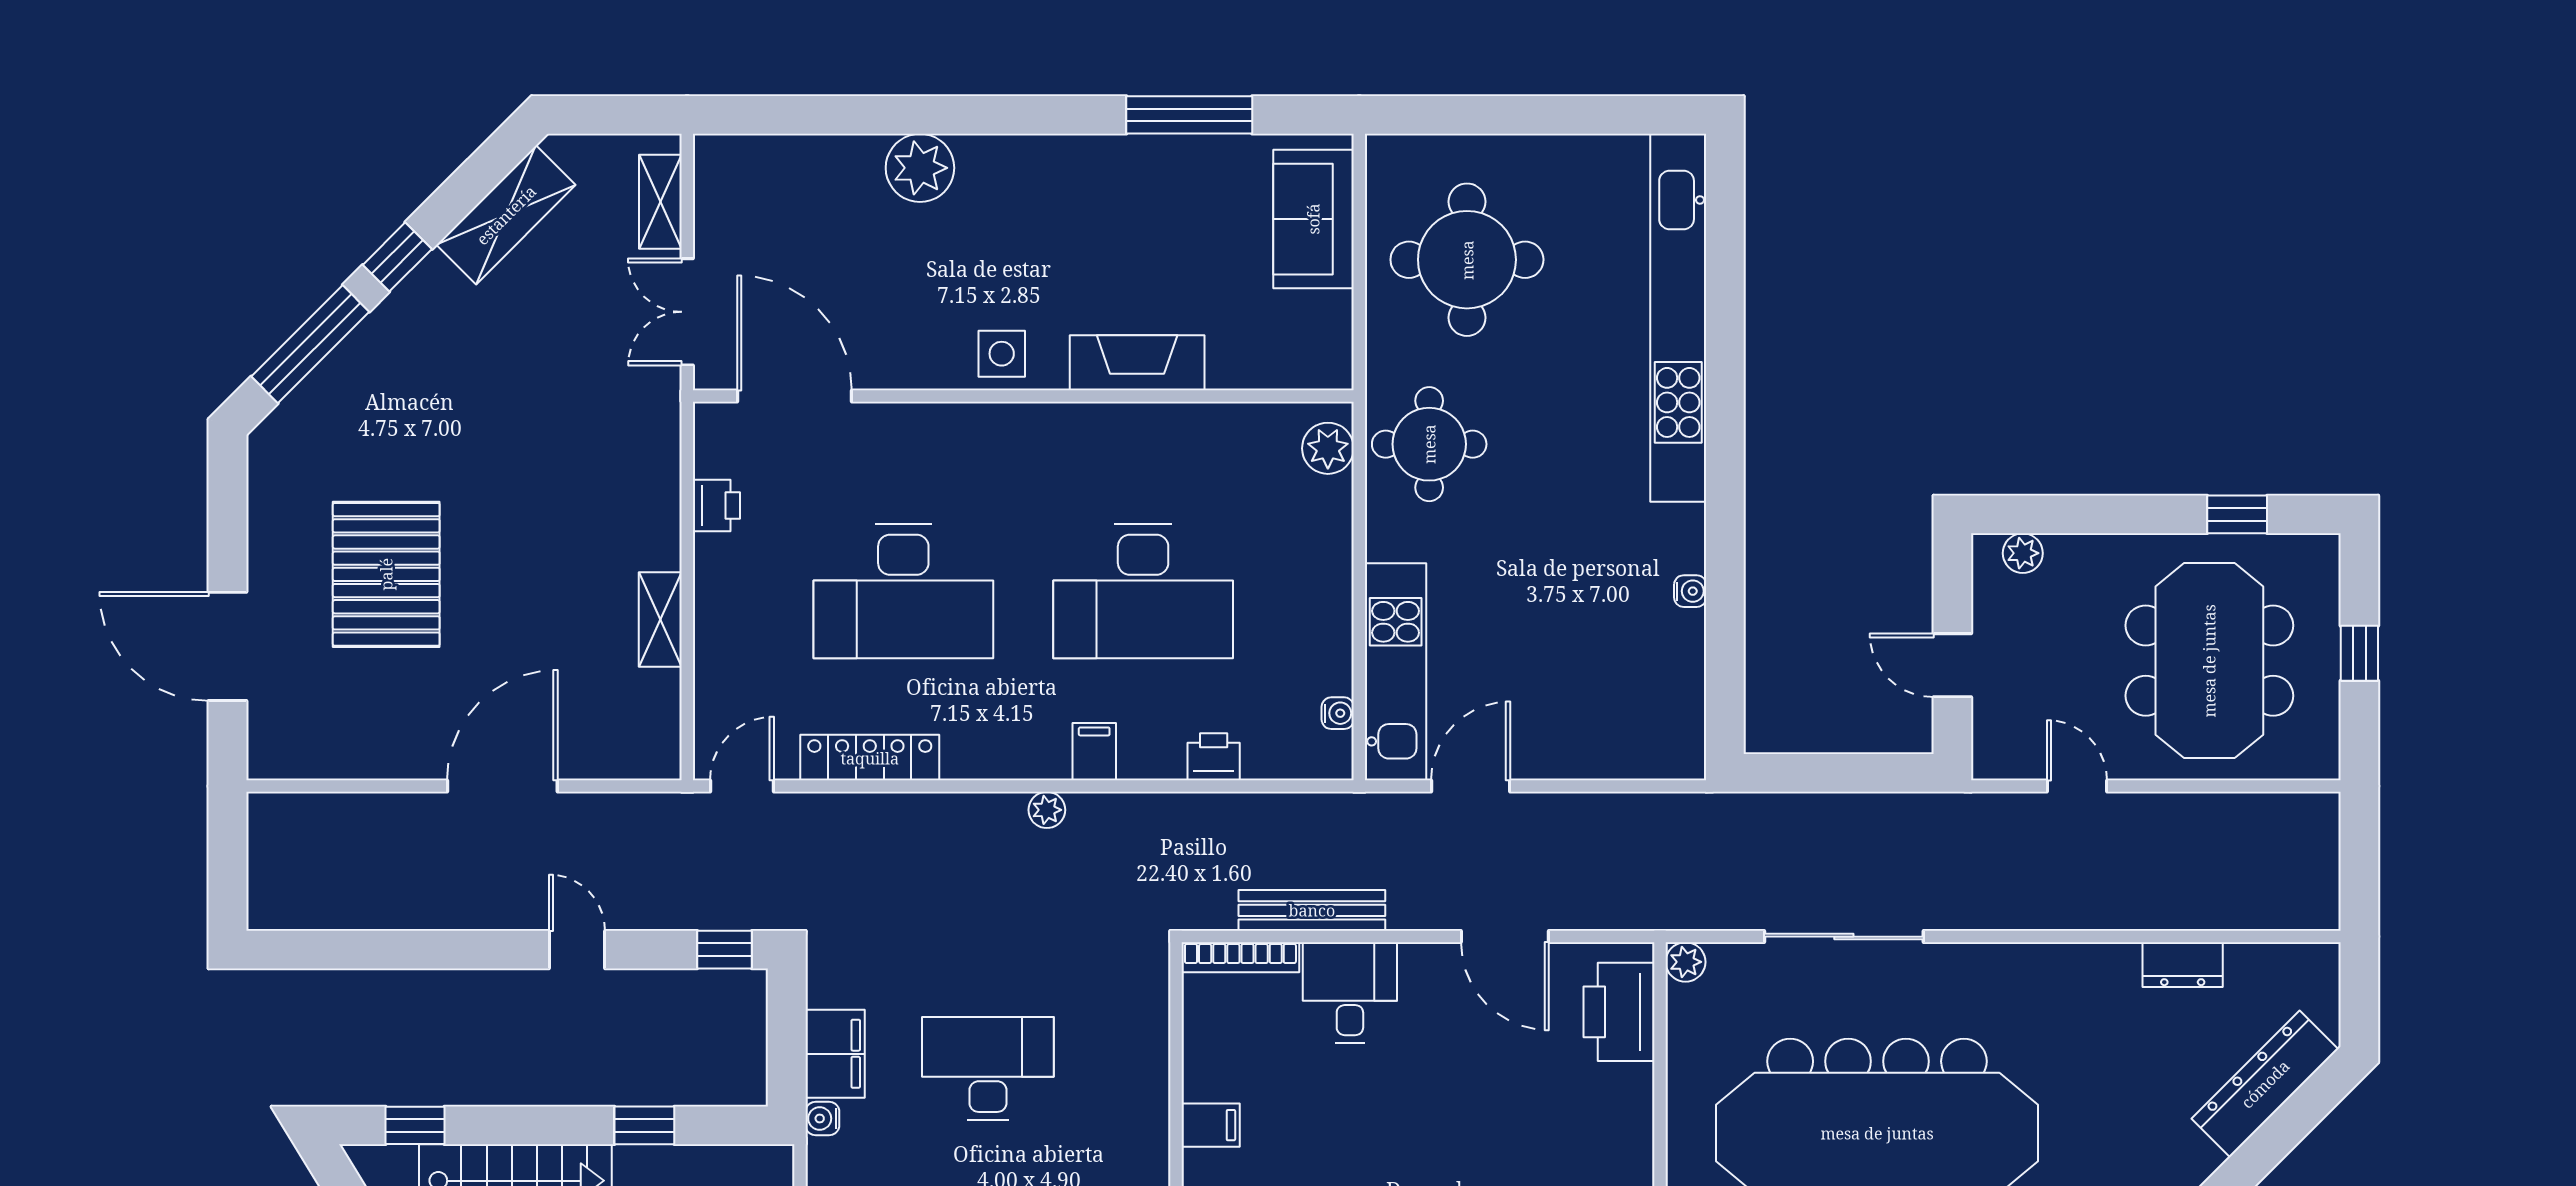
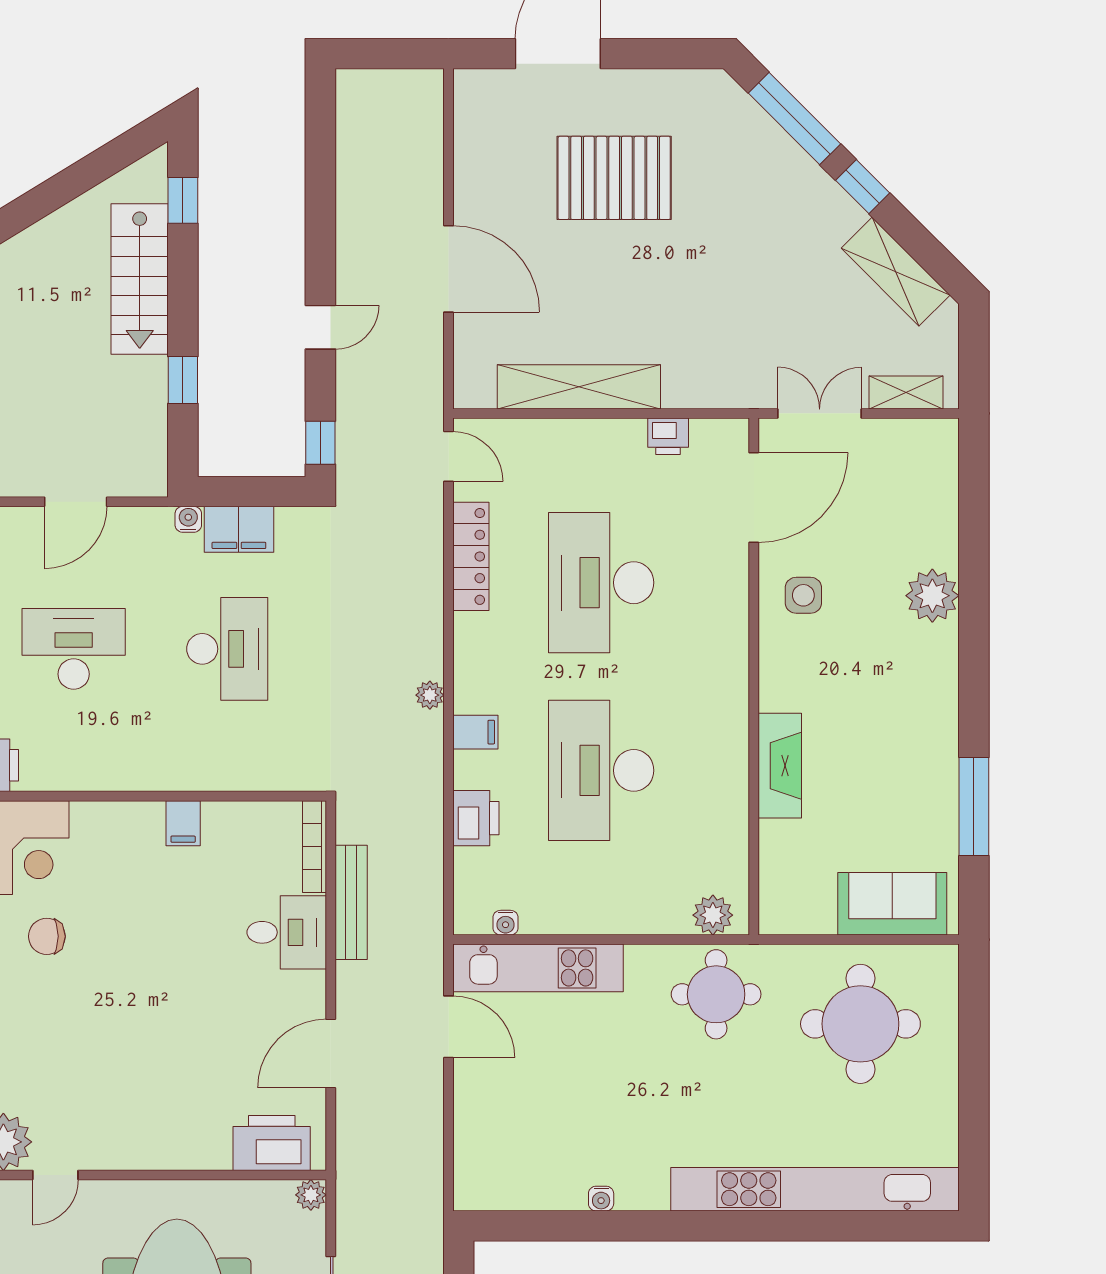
side table: (1002, 354) -> (803, 595), moved
shelving: (660, 619) -> (579, 387), width x2.20, depth x1.33
printer: (1214, 757) -> (476, 818), width x1.36, depth x1.24

